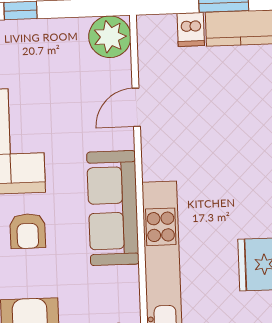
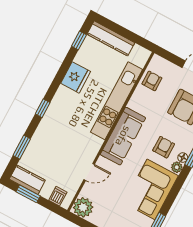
dishwasher: (191, 29) -> (58, 196), moved

